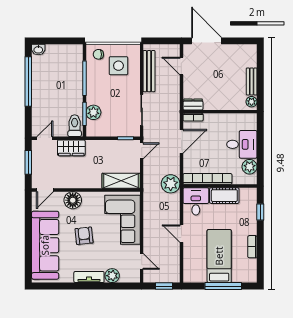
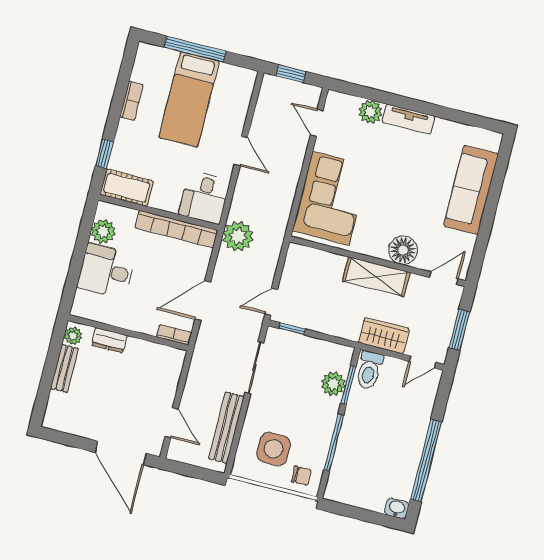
dresser: (193, 104) -> (109, 340), moved
shelving: (121, 181) -> (376, 277), moved
cot: (224, 196) -> (127, 188), moved
armchair: (84, 236) -> (399, 188), removed
sofa: (45, 245) -> (471, 190), width x0.74, depth x0.79

